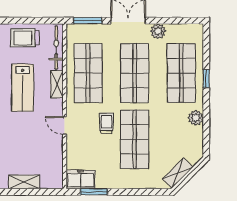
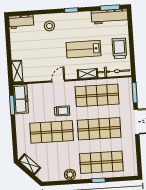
plant: (158, 31) -> (130, 144), removed
freezer: (81, 179) -> (21, 99), width x1.40
shelving: (24, 182) -> (17, 72), moved

